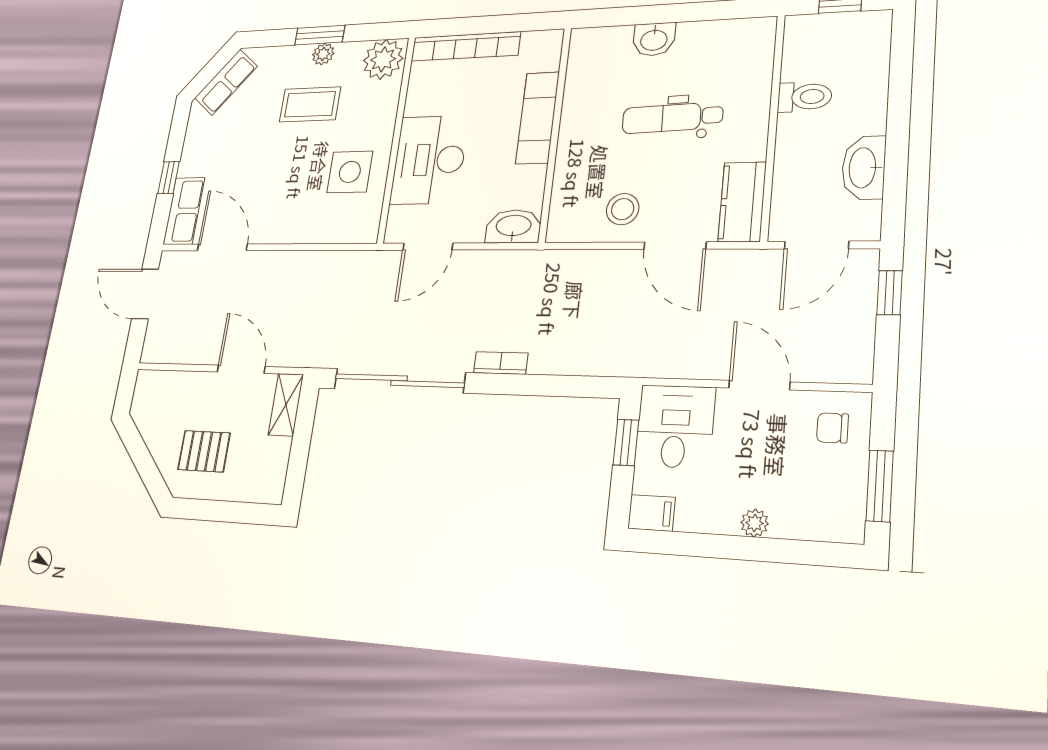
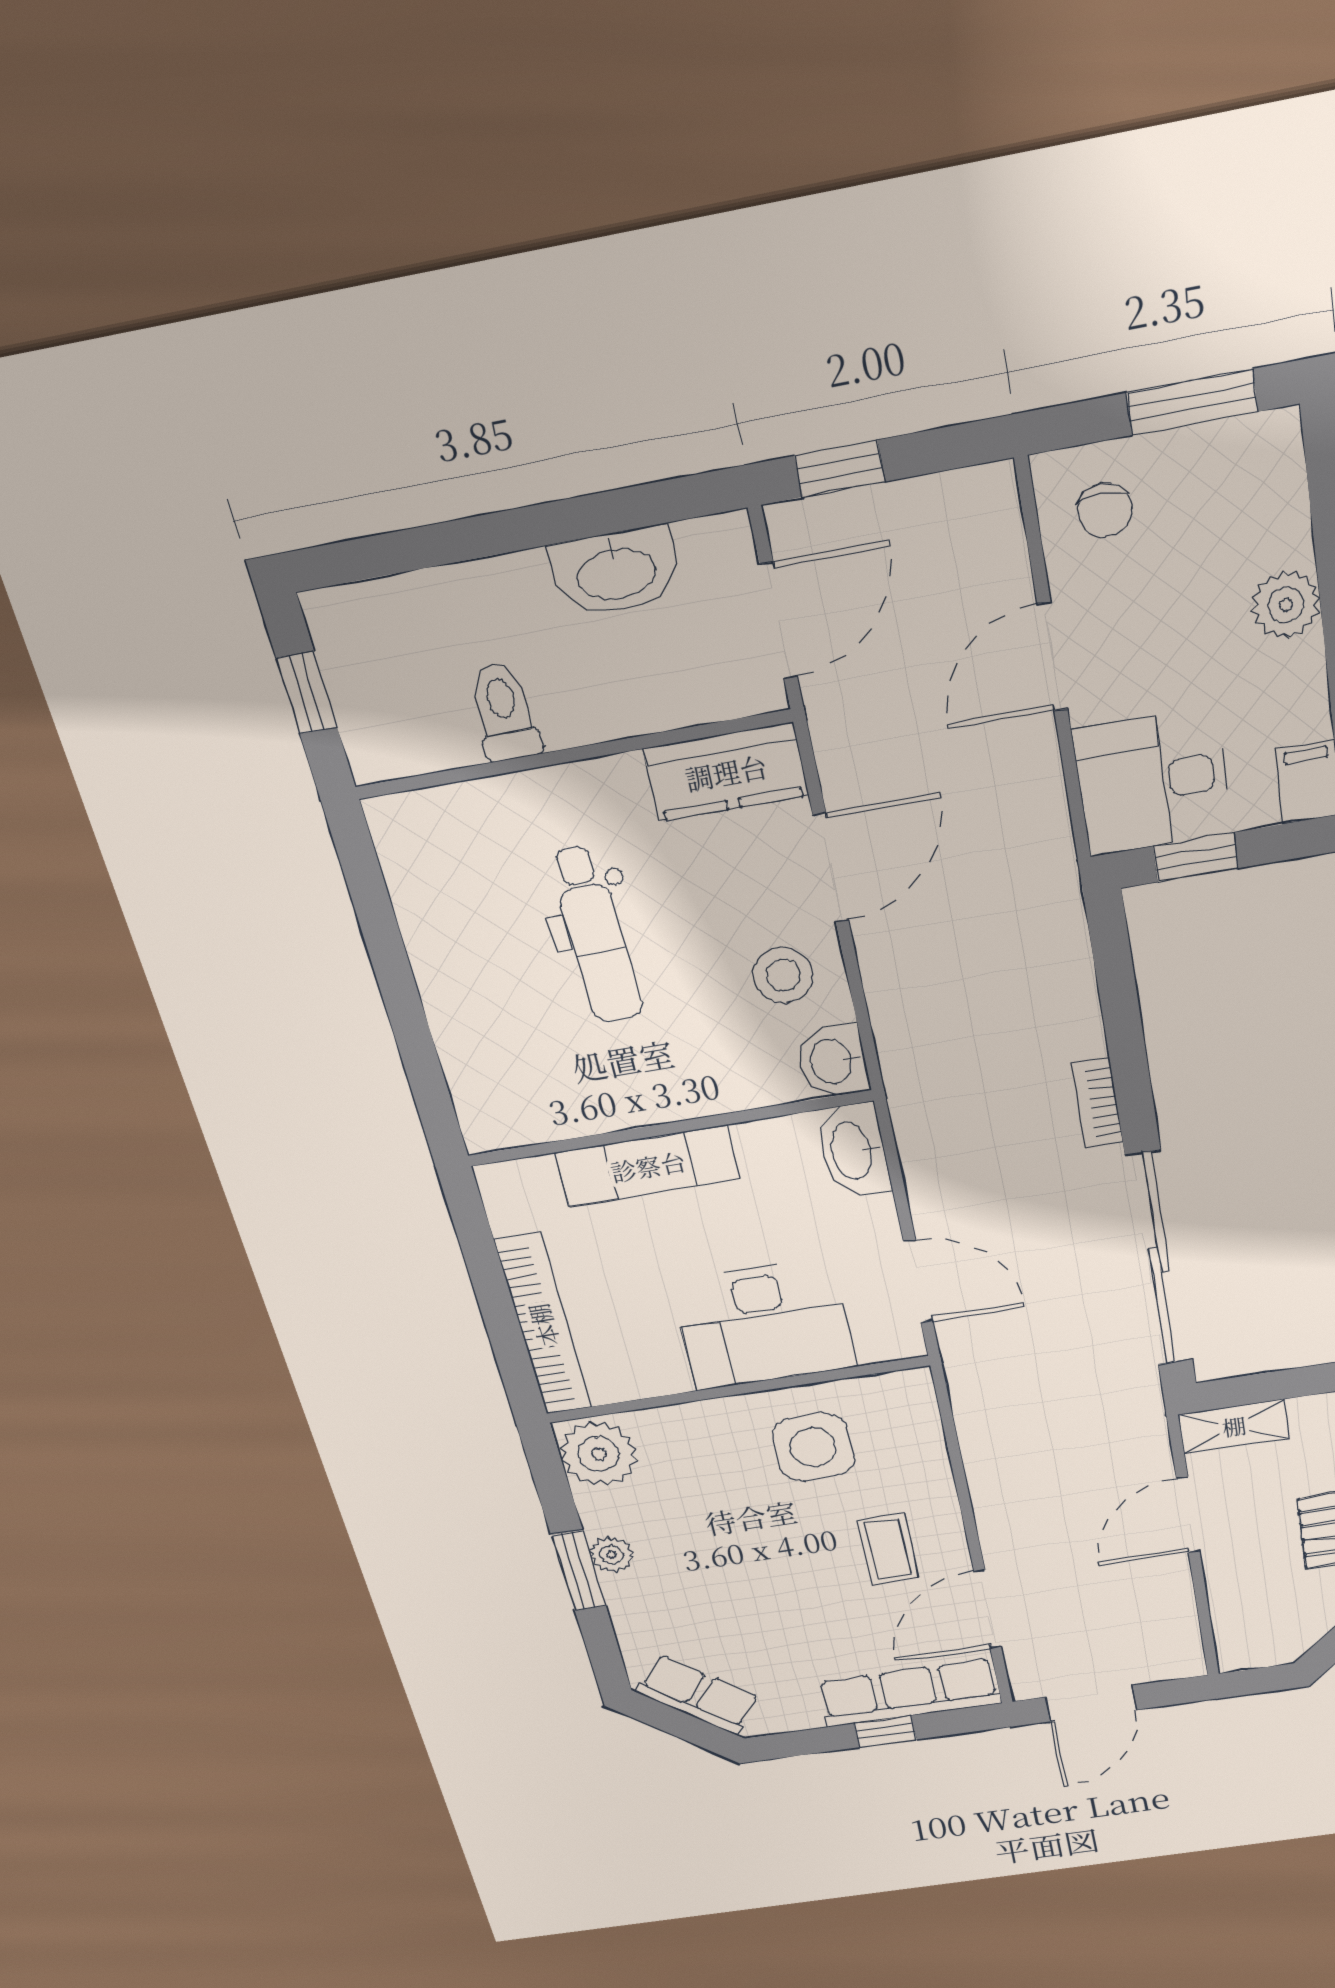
washbasin: (654, 39) -> (833, 1061), moved, turned 180
coffee table: (310, 104) -> (888, 1549), moved, width x0.73, depth x0.77
row of seats: (184, 211) -> (909, 1693), width x1.48
door: (816, 245) -> (779, 621), hinge flipped
plant: (755, 523) -> (1286, 605), width x1.38, depth x1.38

